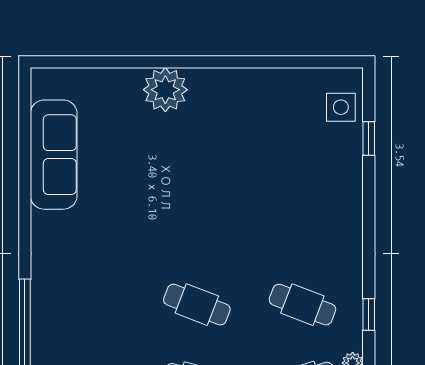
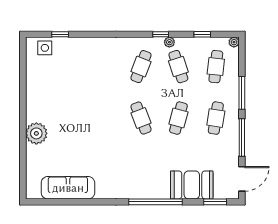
cafe table: (197, 305) -> (141, 118), turned -42
window: (369, 315) -> (161, 34), moved

